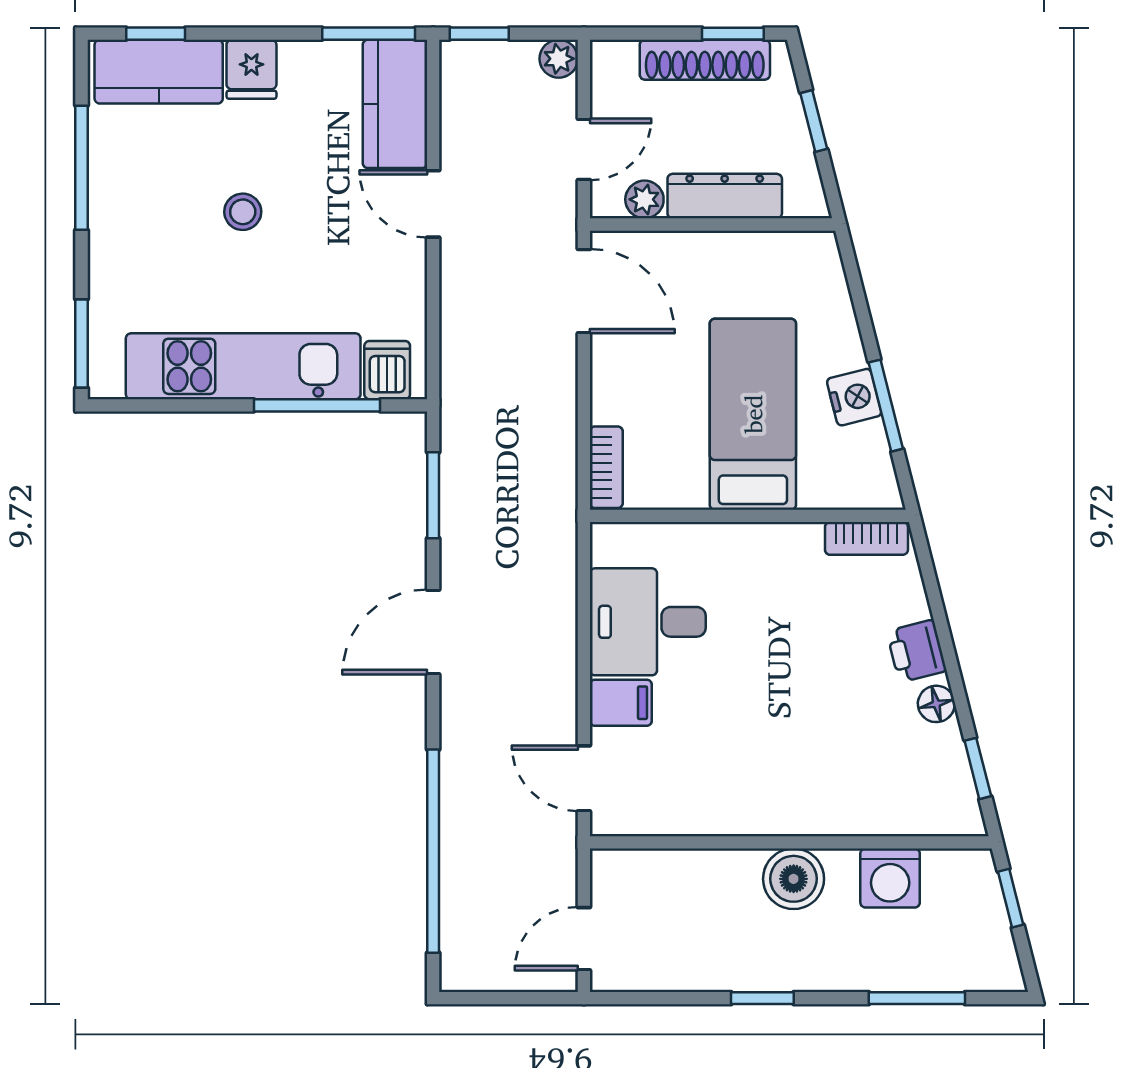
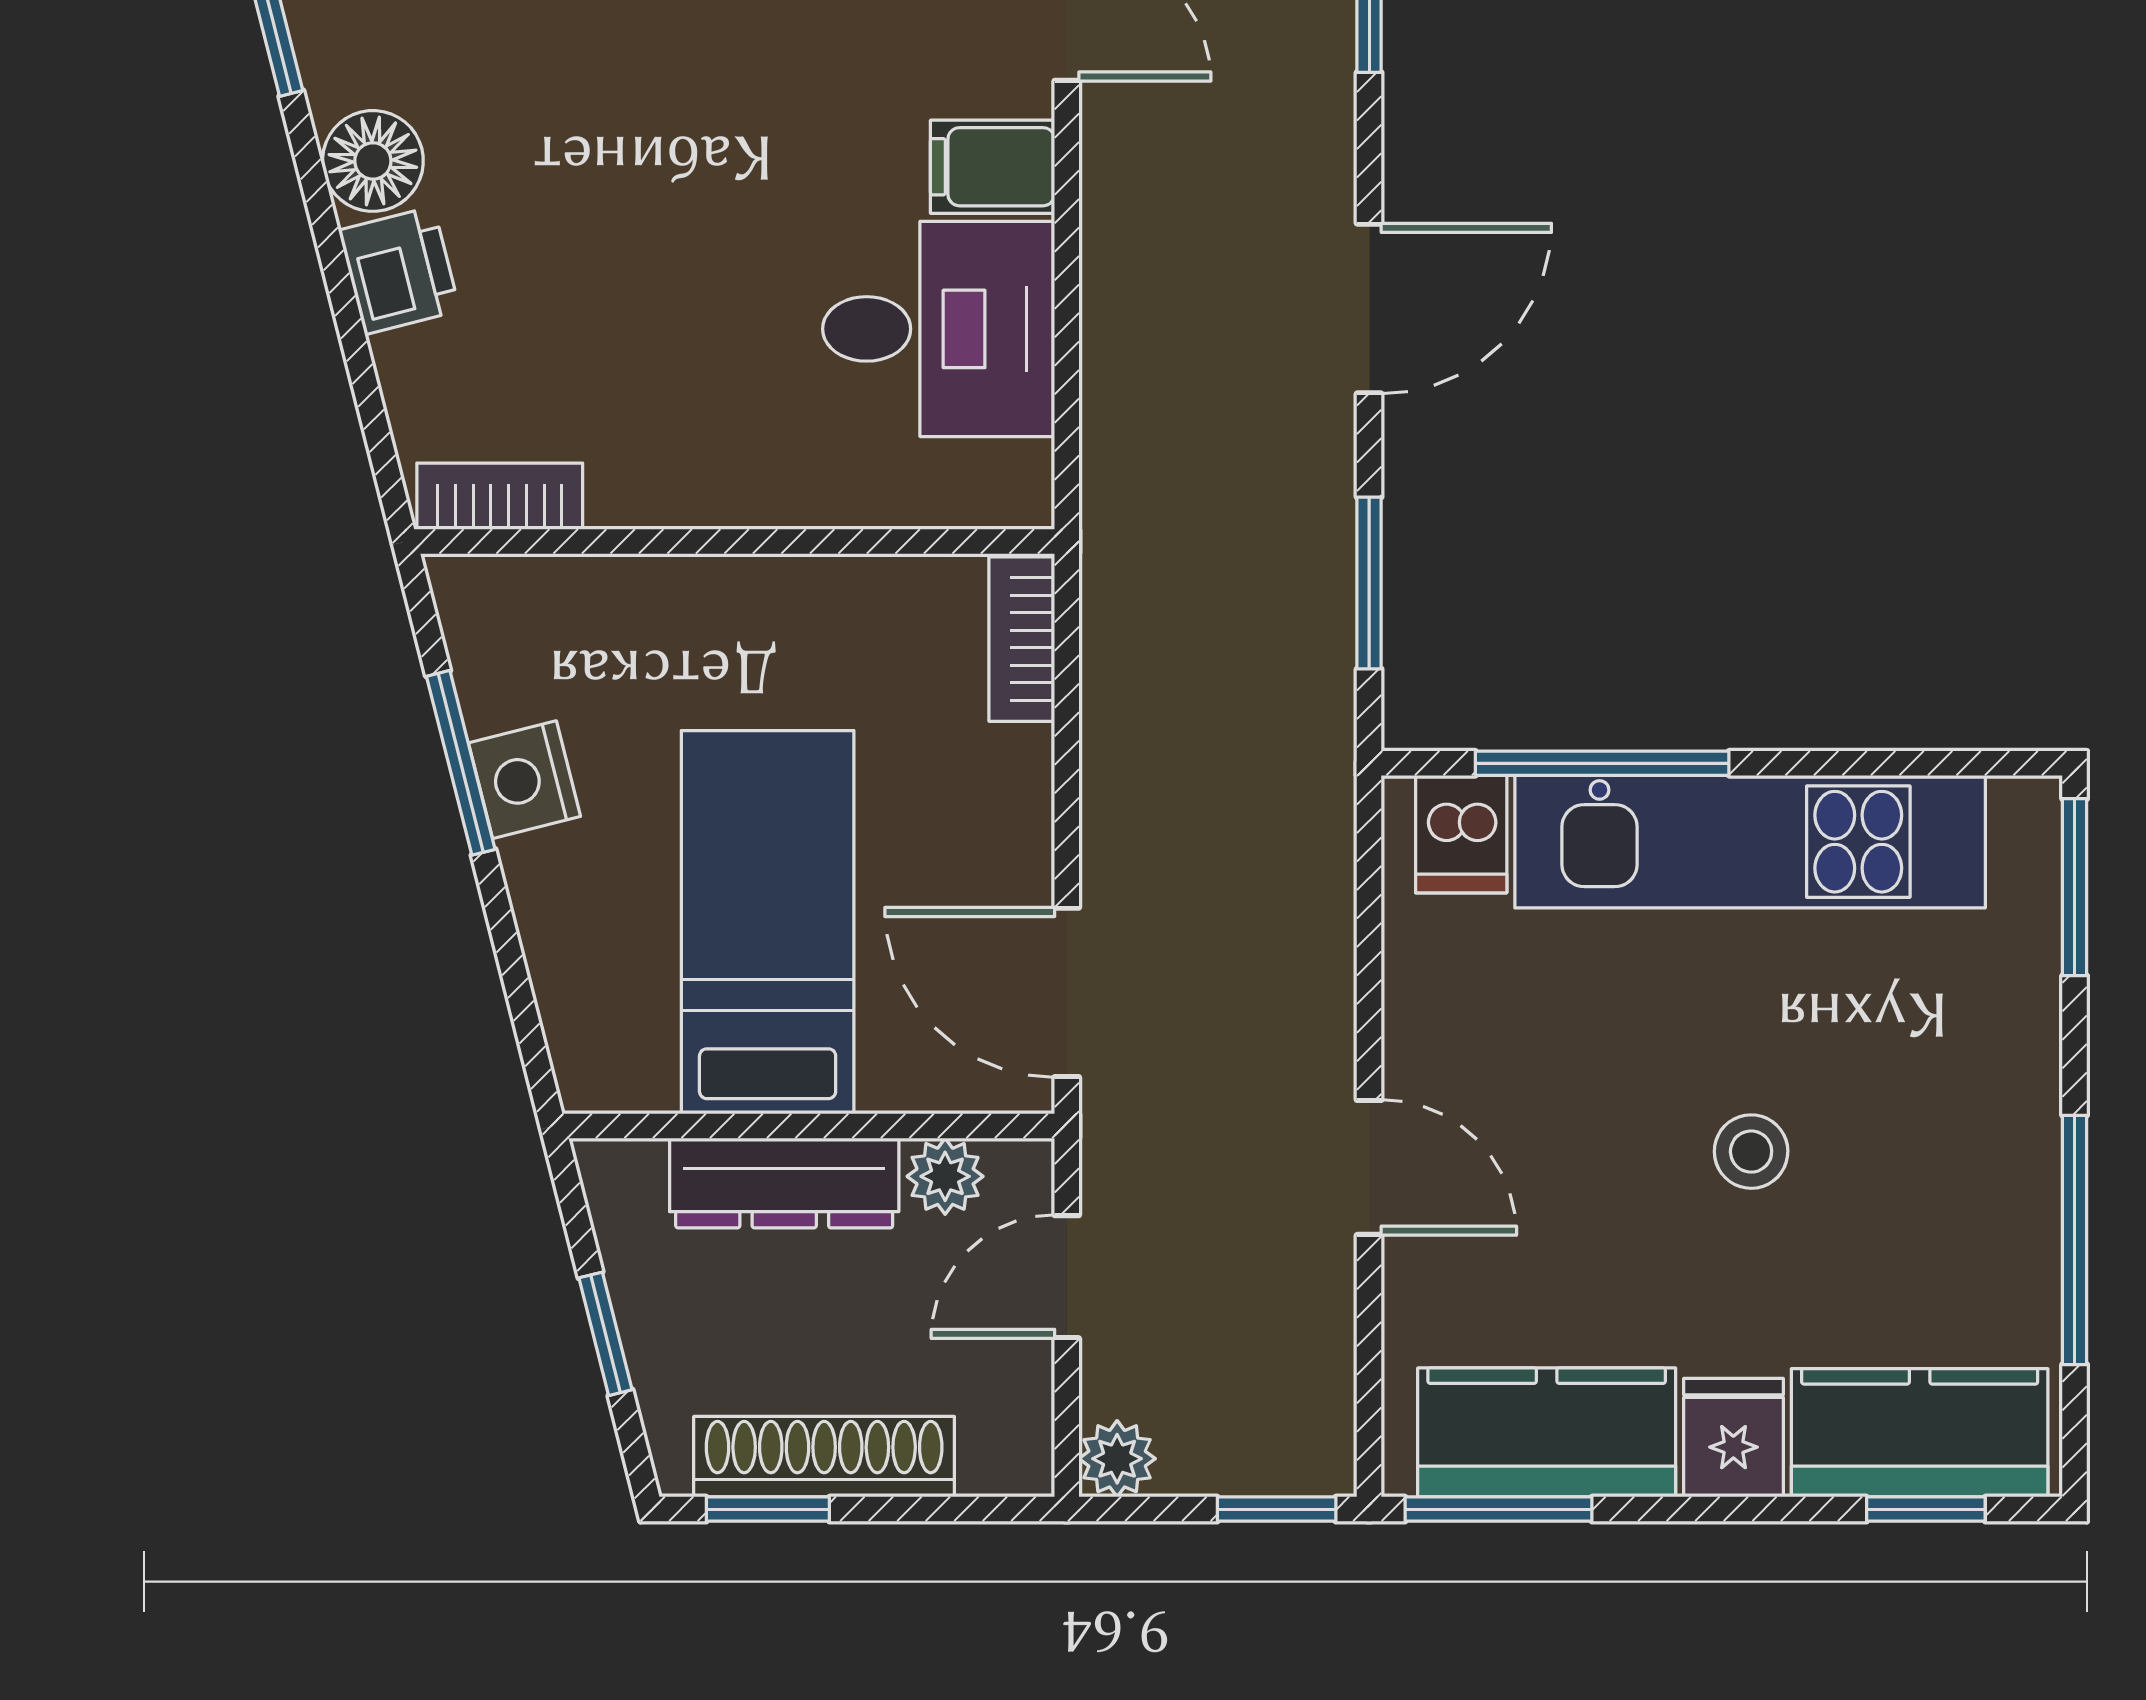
kitchen counter: (395, 104) -> (1547, 1432), moved, turned -90
bed: (753, 414) -> (768, 922), moved, turned 180
floor lamp: (936, 704) -> (373, 161), width x1.37, depth x1.37

